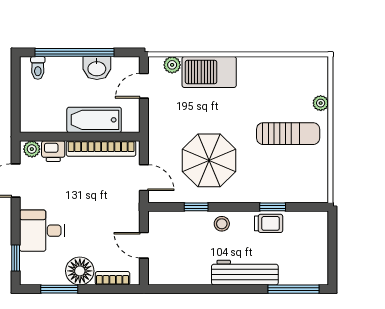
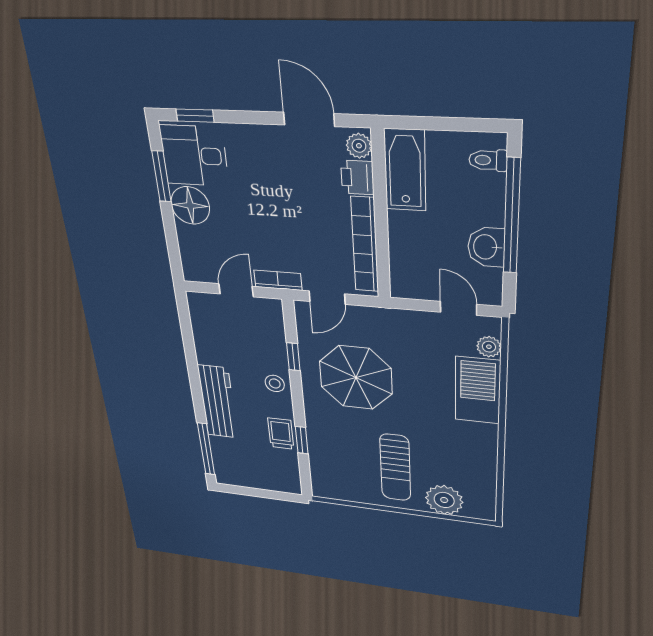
plant: (321, 103) -> (444, 500), width x1.88, depth x1.88
bathtub: (94, 120) -> (405, 170), moved
trolley: (269, 223) -> (281, 434), turned 180
desk: (42, 231) -> (194, 156), moved, turned -90
bookcase: (113, 278) -> (278, 280), moved, turned -90

